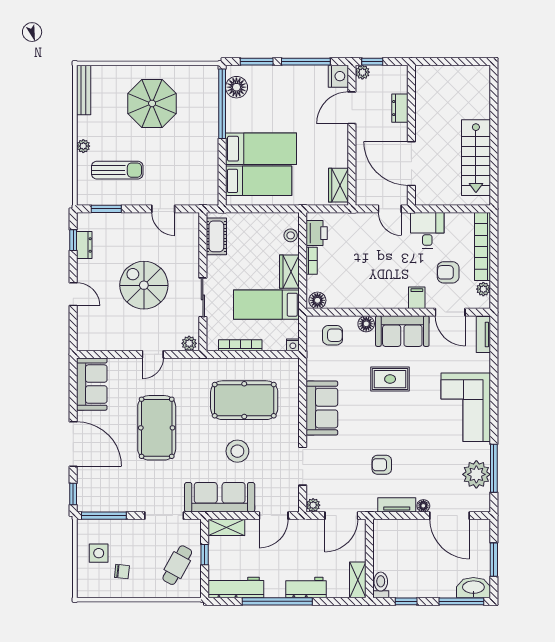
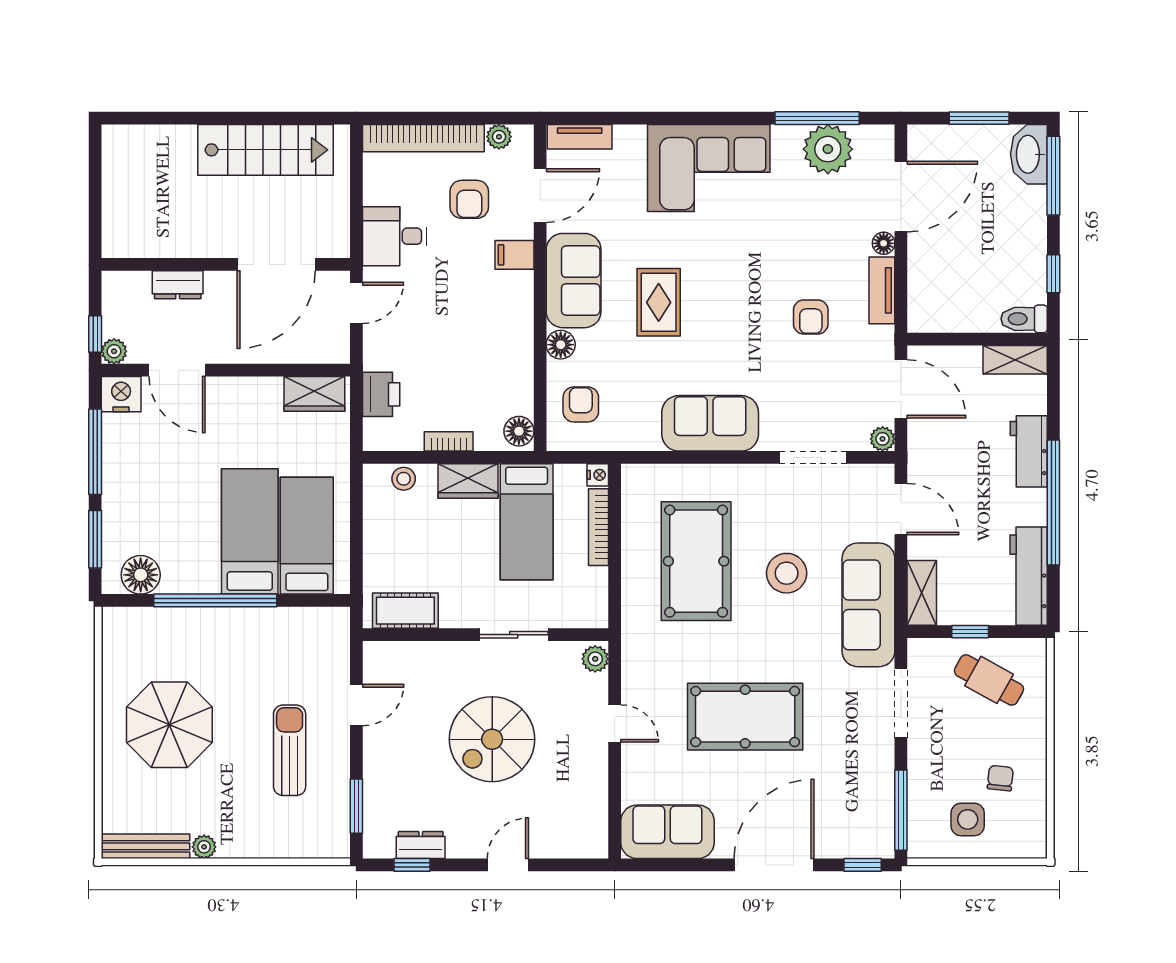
window: (222, 104) -> (215, 600), moved
plant: (83, 146) -> (204, 847), moved
sun lounger: (117, 170) -> (290, 750), moved
printer: (317, 233) -> (381, 394), moved, turned 90
bookcase: (240, 345) -> (599, 527), moved

